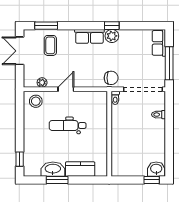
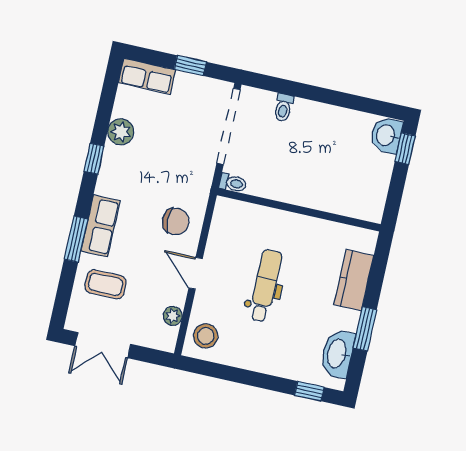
window: (46, 26) -> (76, 239), moved
row of seats: (89, 36) -> (100, 226), moved
plant: (112, 36) -> (121, 132), moved
window: (169, 63) -> (190, 66), width x0.46
chair: (111, 78) -> (176, 221), moved, turned 90
dental chair: (68, 125) -> (265, 286), turned 180
washbasin: (53, 169) -> (337, 354), moved

